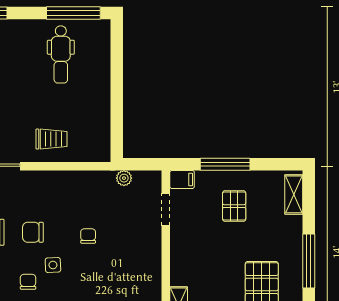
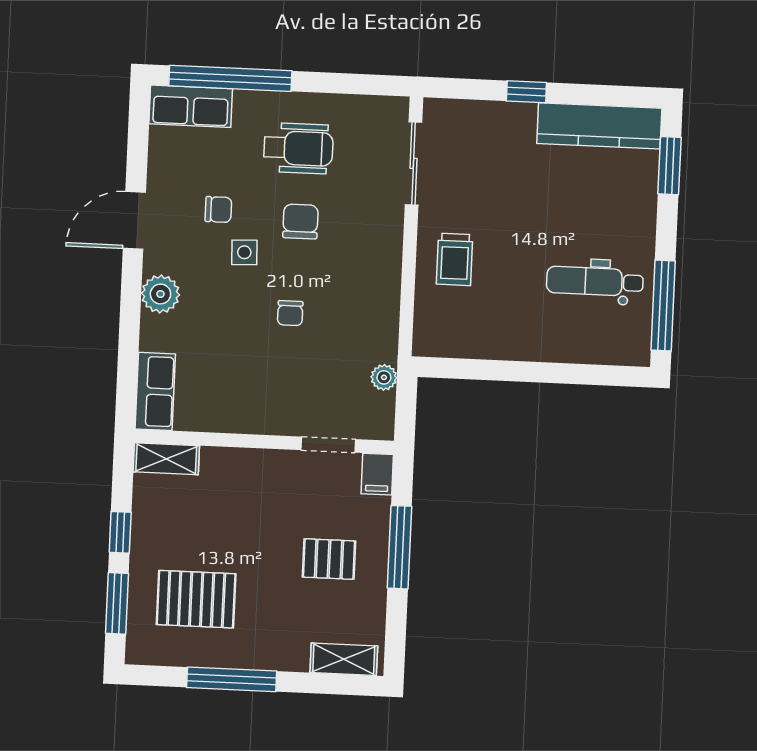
chair: (88, 236) -> (290, 313), turned 90

